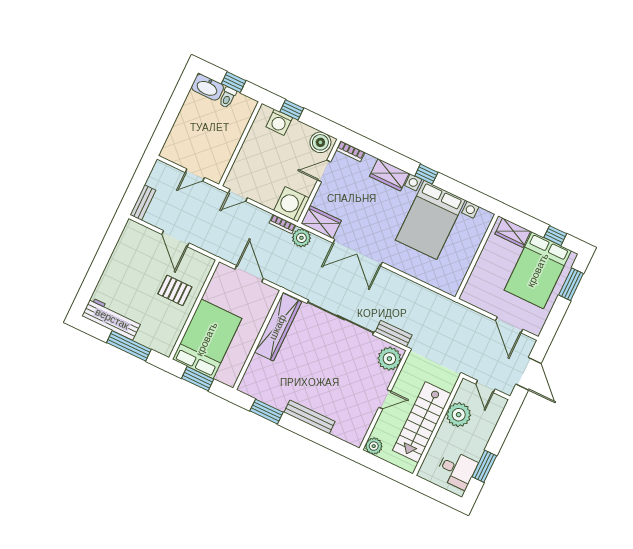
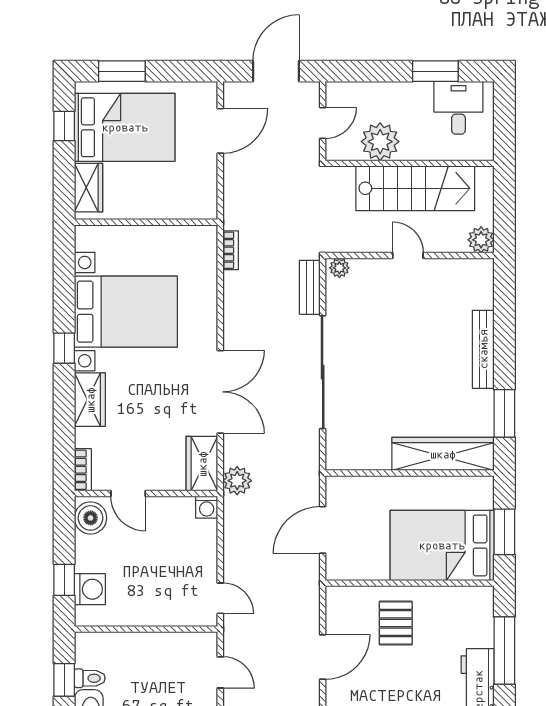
washing machine: (291, 204) -> (207, 507), width x0.53, depth x0.53
bookcase: (282, 224) -> (231, 250), moved
wardrobe: (278, 327) -> (443, 454), moved
plant: (389, 359) -> (339, 268), width x0.53, depth x0.53

